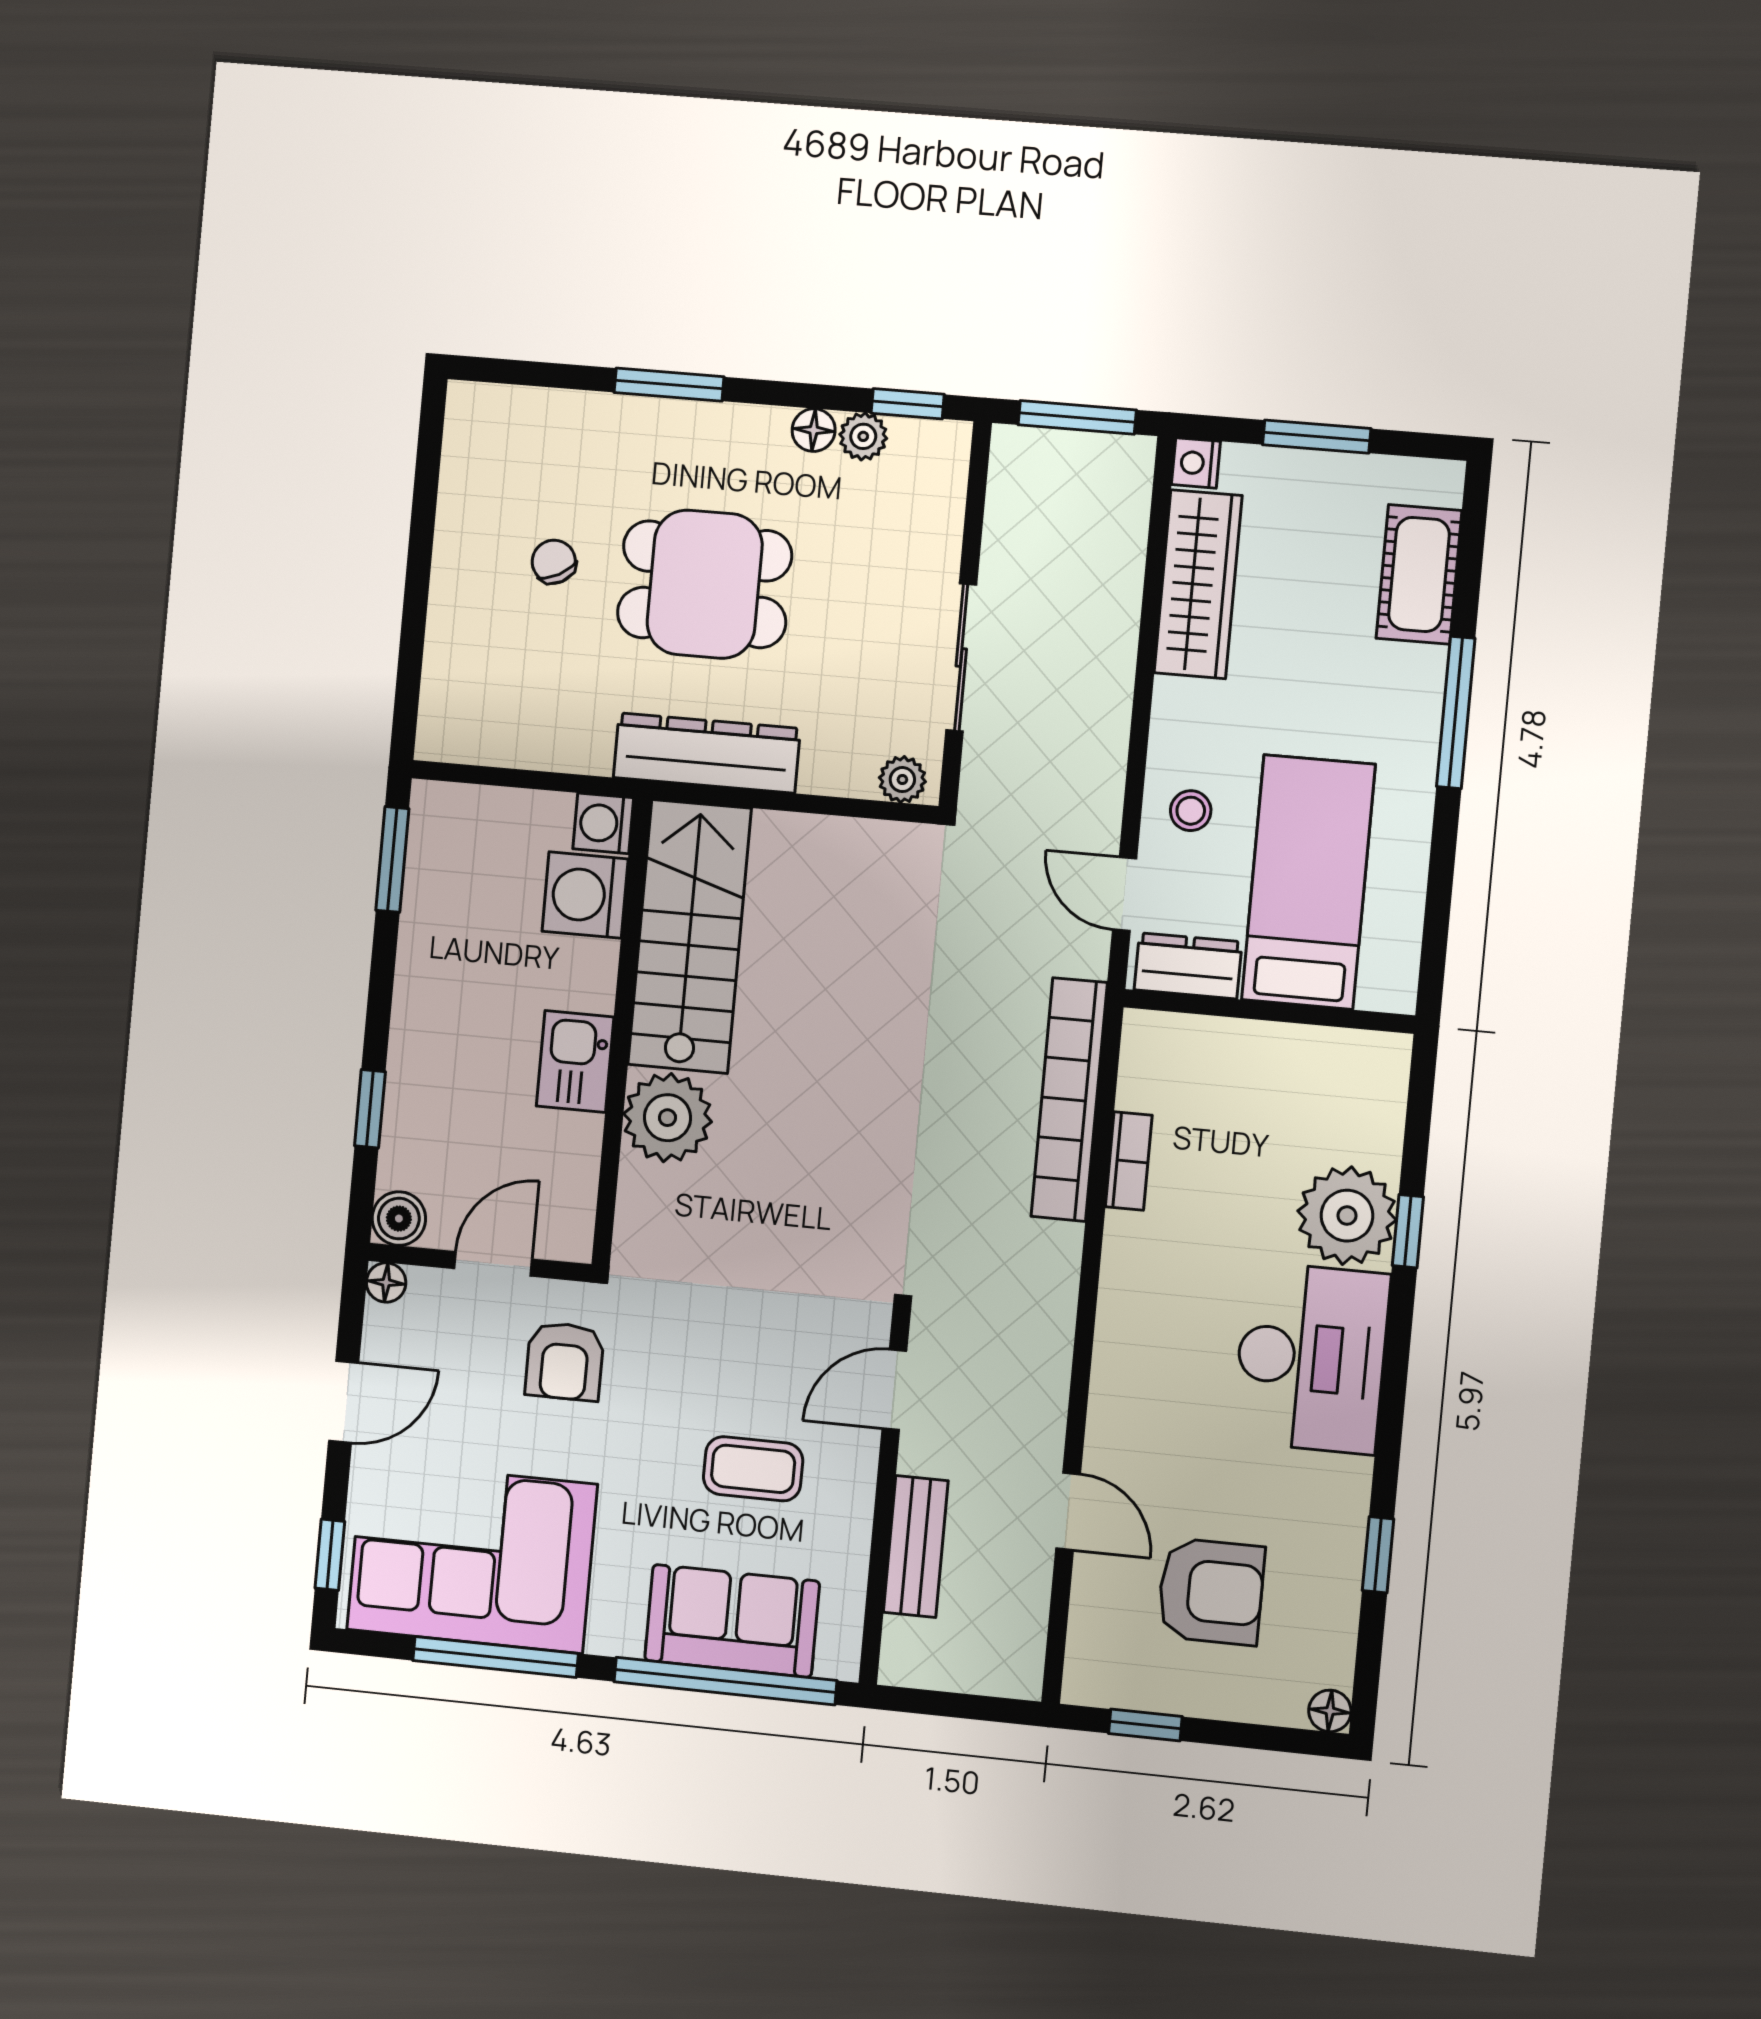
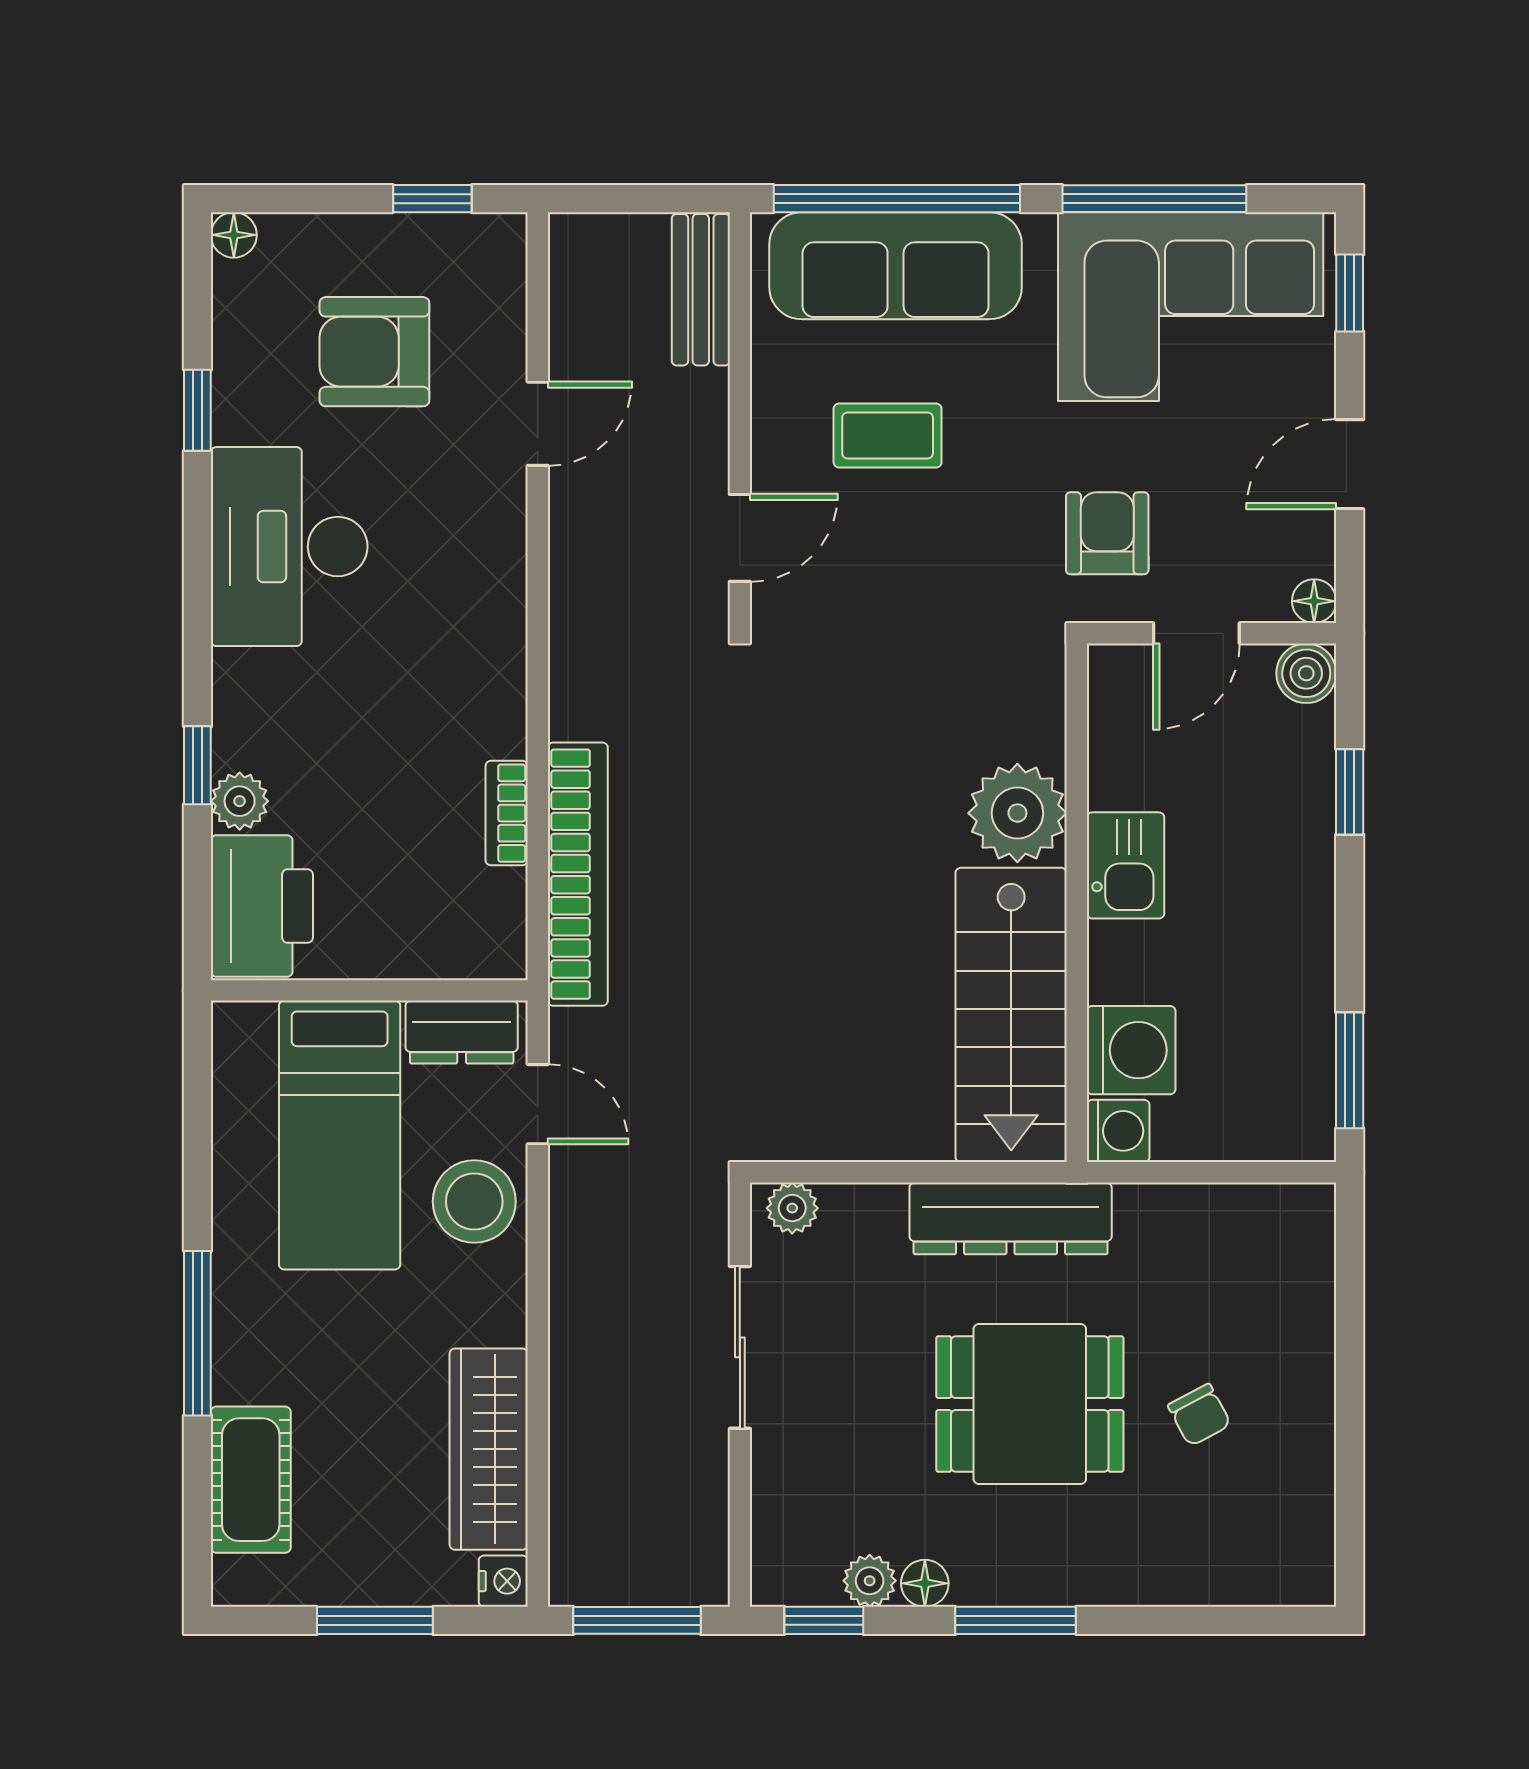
window: (669, 385) -> (1016, 1620), moved
stool: (1191, 811) -> (474, 1202), width x1.89, depth x1.89
printer: (1361, 1097) -> (262, 906), added
plant: (1347, 1216) -> (240, 801), width x0.53, depth x0.53
desk: (1311, 1358) -> (289, 547), moved
door: (1068, 1511) -> (538, 424), swing flipped
bench: (916, 1546) -> (701, 290), moved
sofa: (732, 1621) -> (896, 266), width x1.36

